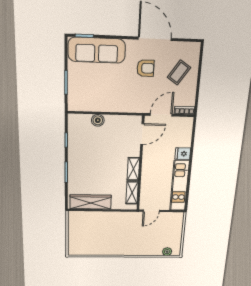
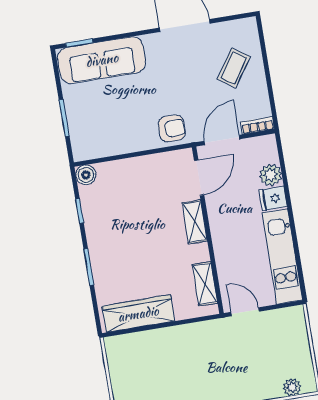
armchair: (145, 68) -> (172, 128), moved
boiler: (98, 120) -> (86, 175), moved
plant: (185, 140) -> (271, 175), added
shelving: (133, 169) -> (195, 222), moved
door: (151, 211) -> (245, 312), swing flipped

